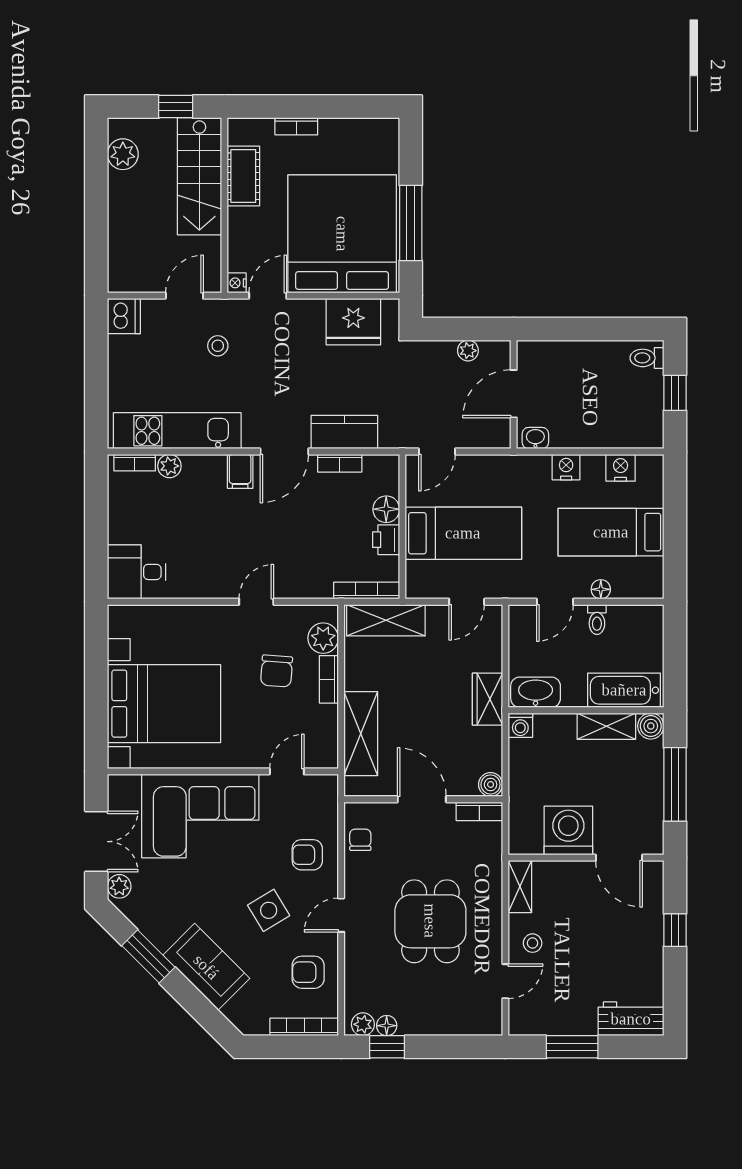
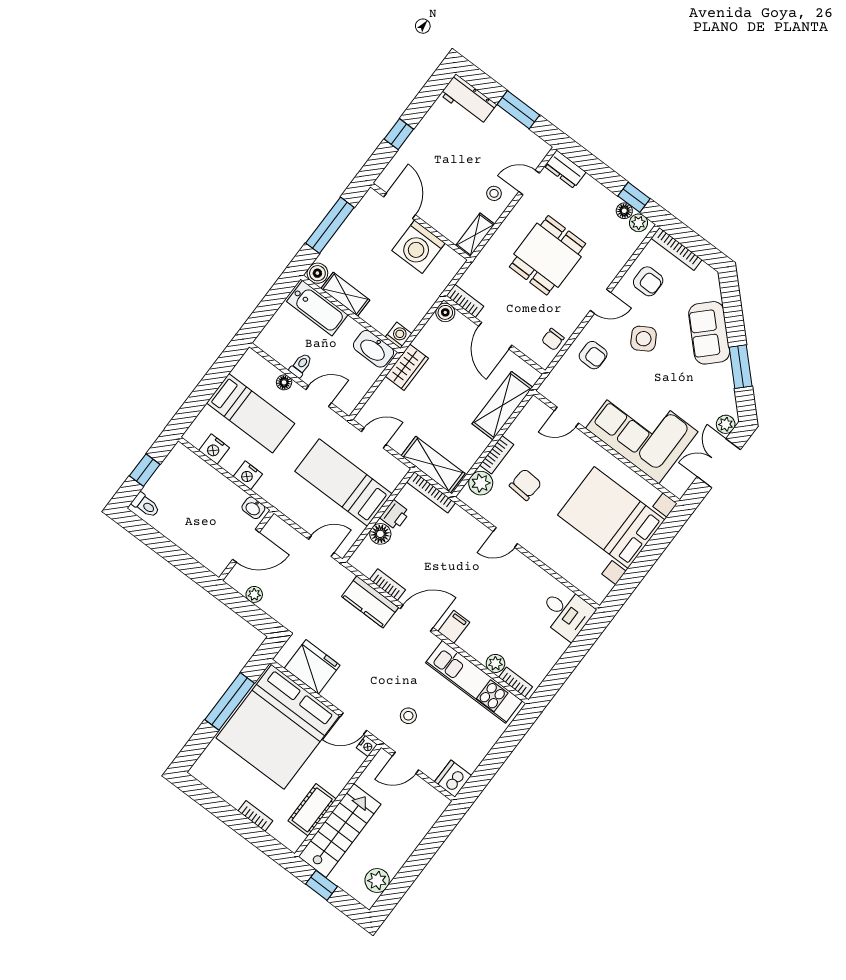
dresser: (479, 1022) -> (565, 169), added

